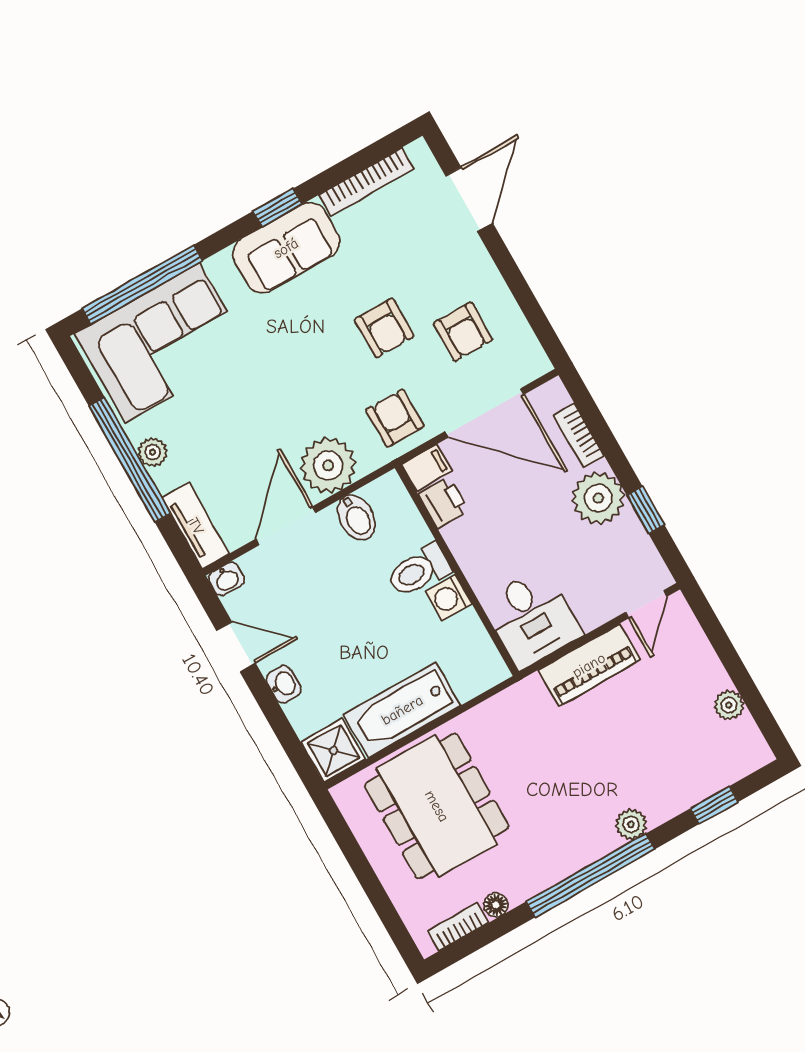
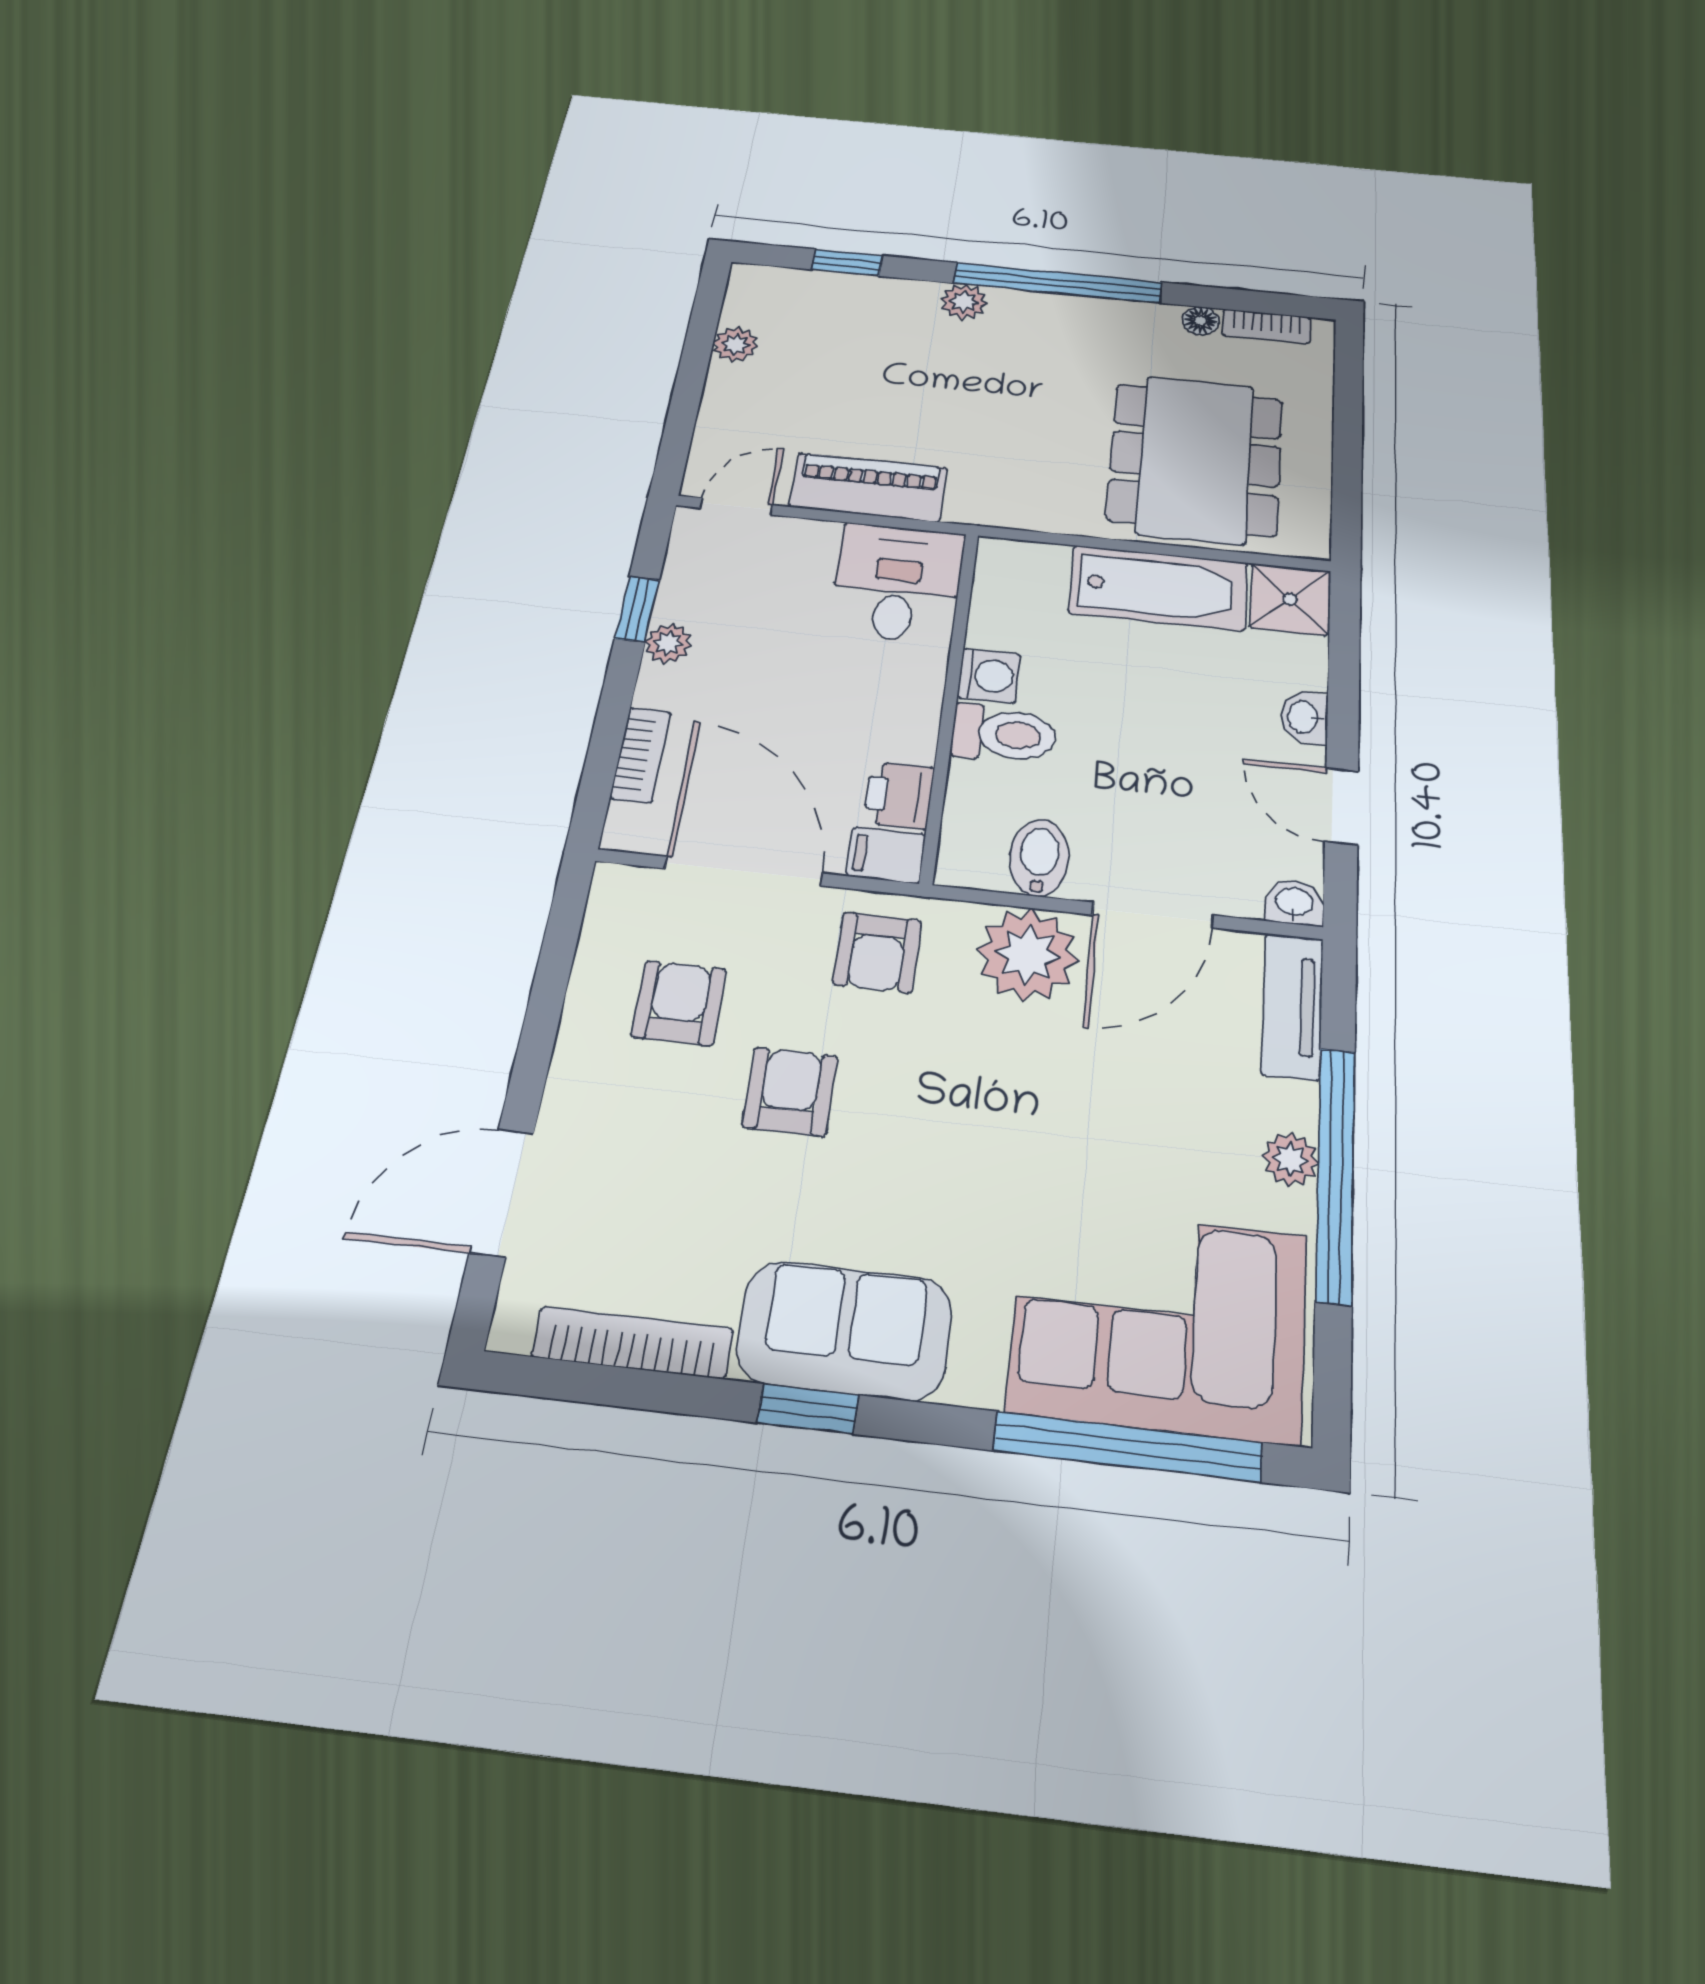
plant: (598, 498) -> (668, 643), width x0.53, depth x0.53

